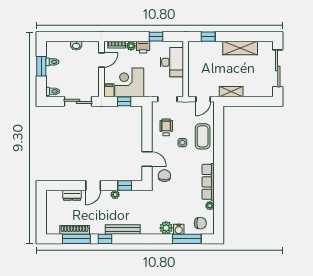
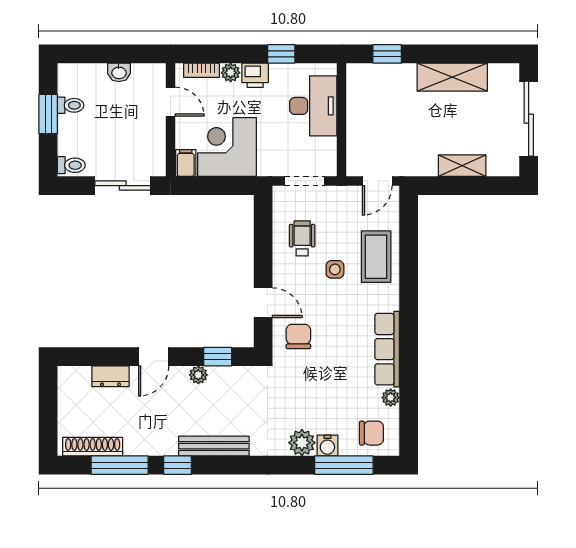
door: (102, 60) -> (171, 102), hinge flipped
shelving: (231, 92) -> (462, 166), moved
window: (124, 101) -> (216, 186), removed
shoe rack: (75, 230) -> (93, 447), moved

